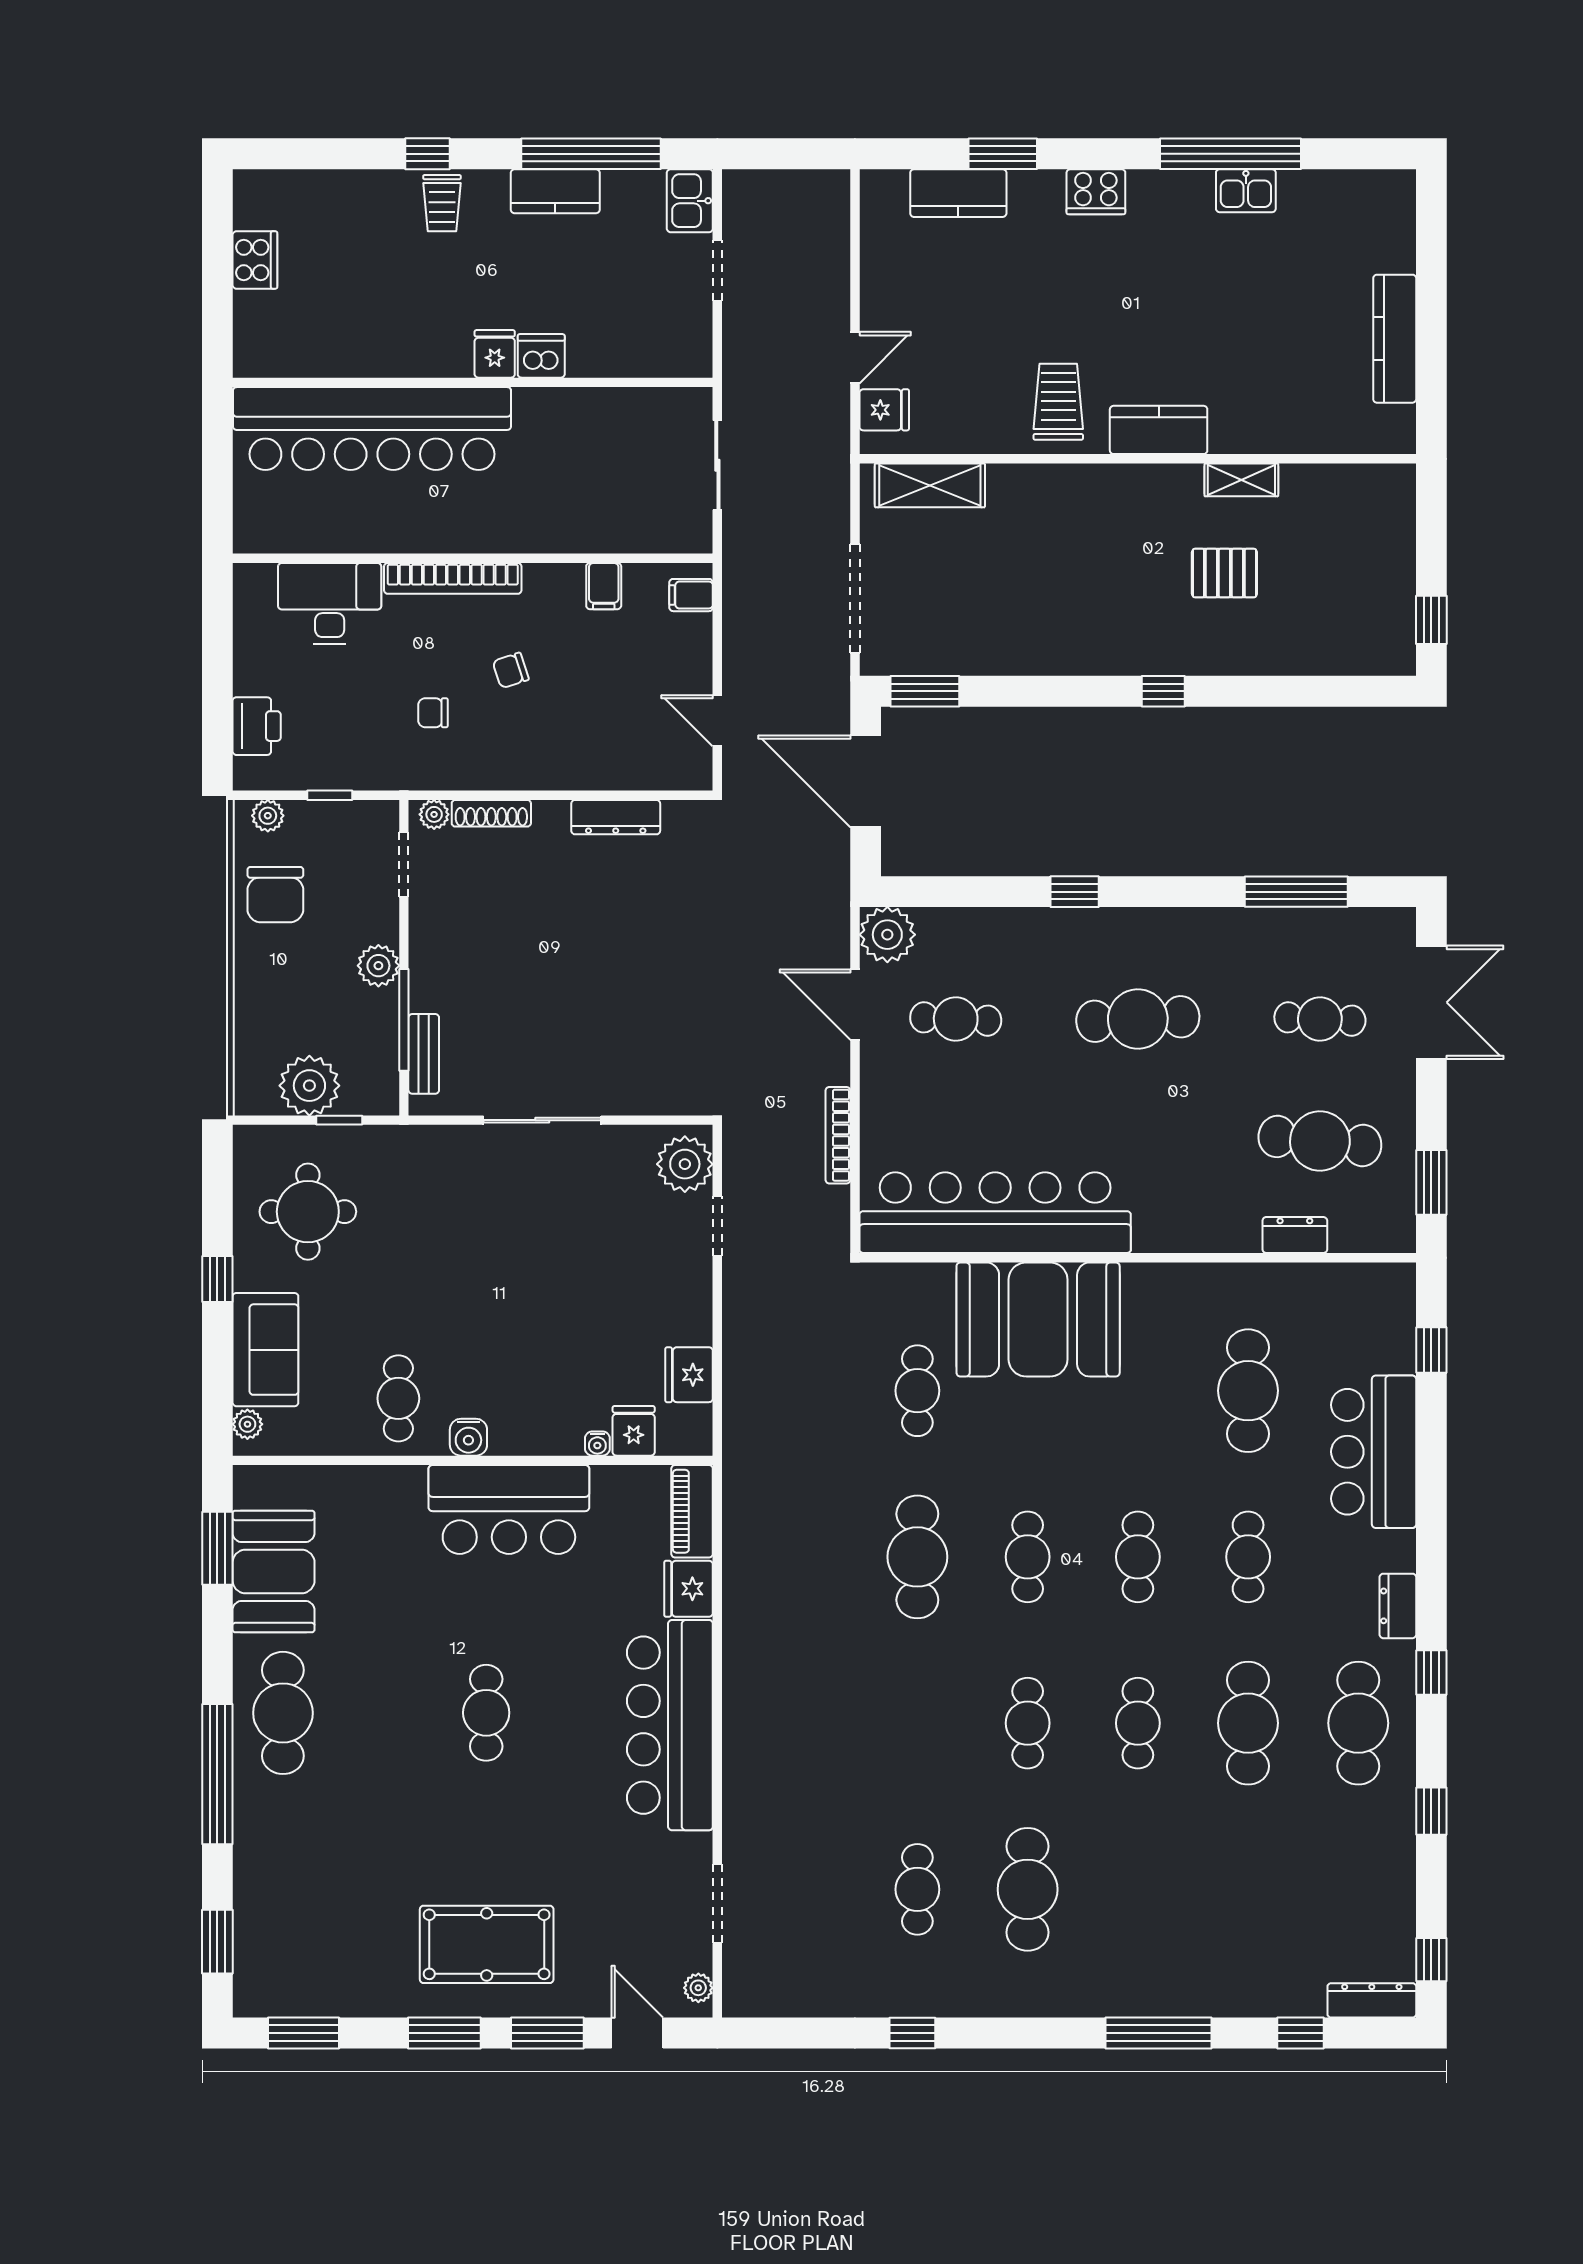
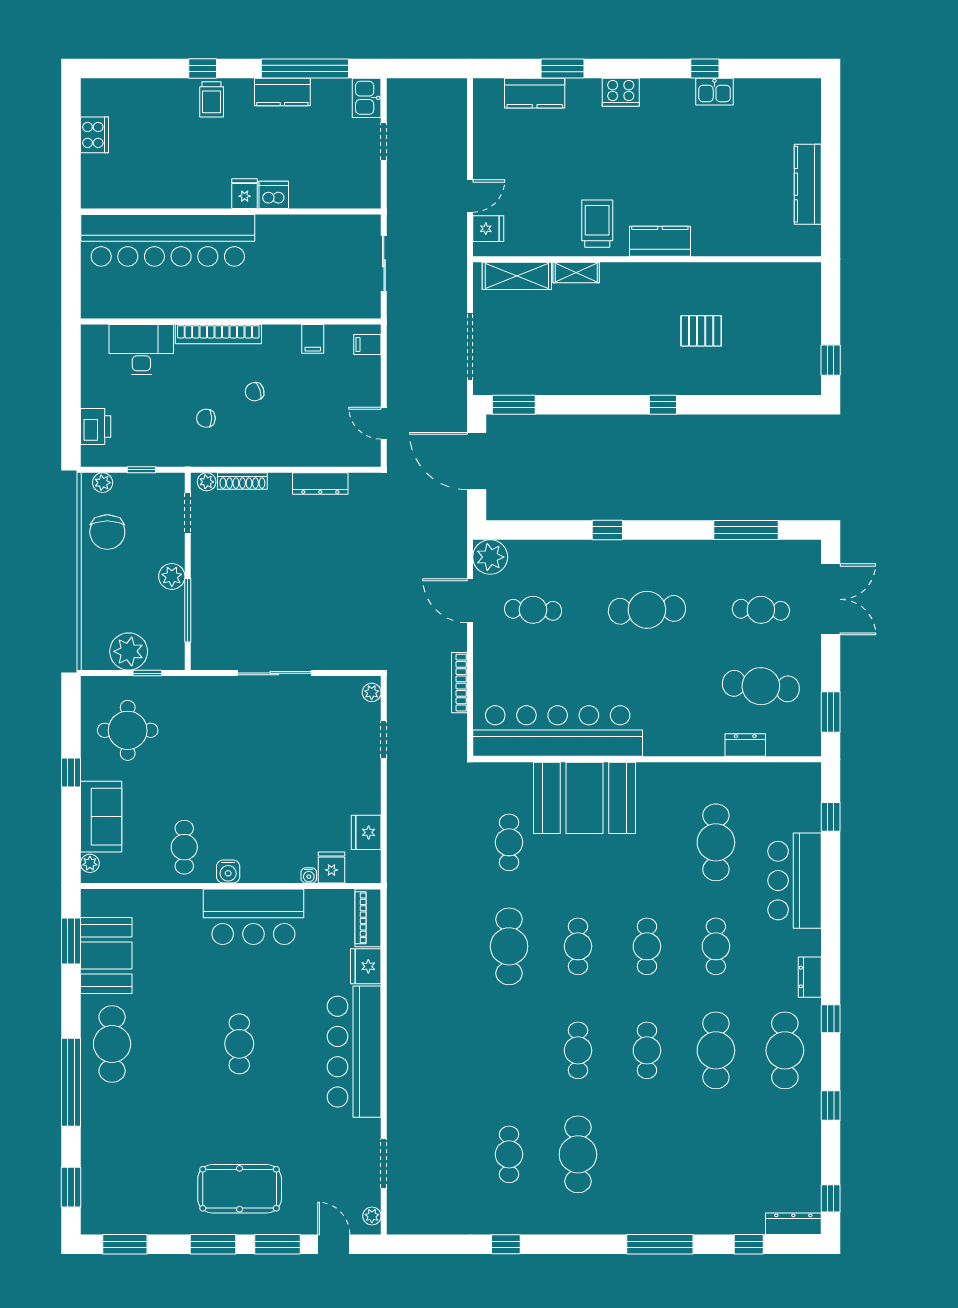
window: (1230, 154) -> (705, 68), width x0.32
shelving: (1241, 480) -> (576, 273), moved
bench: (424, 1054) -> (200, 632), removed
plant: (685, 1164) -> (372, 692), width x0.53, depth x0.53

